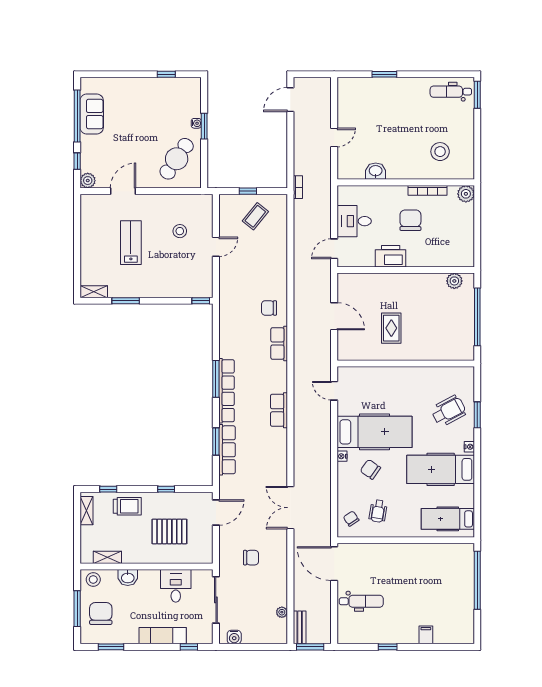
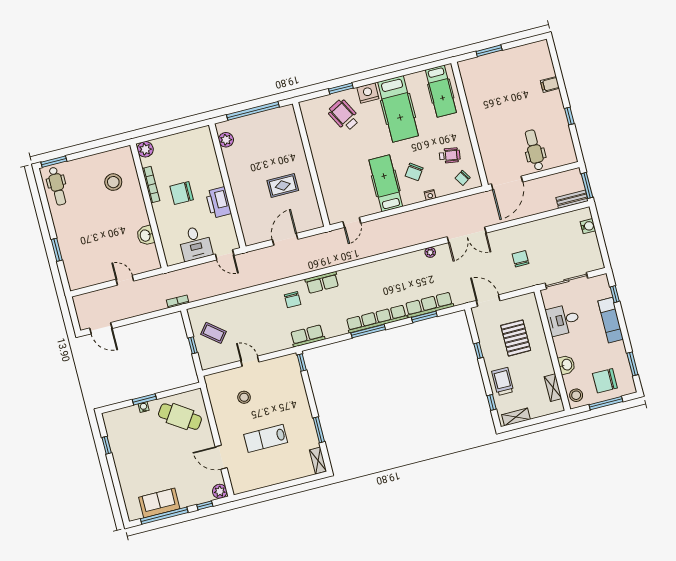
row of seats: (279, 410) -> (307, 336), moved, turned 180
hospital bed: (374, 432) -> (386, 183), width x0.73, depth x0.78
nightstand: (469, 447) -> (368, 93), width x1.89, depth x1.79
nightstand: (342, 456) -> (430, 195), moved
window: (477, 580) -> (489, 51), width x0.47
plant: (282, 612) -> (430, 252), moved
water cooler: (234, 637) -> (588, 226), moved

